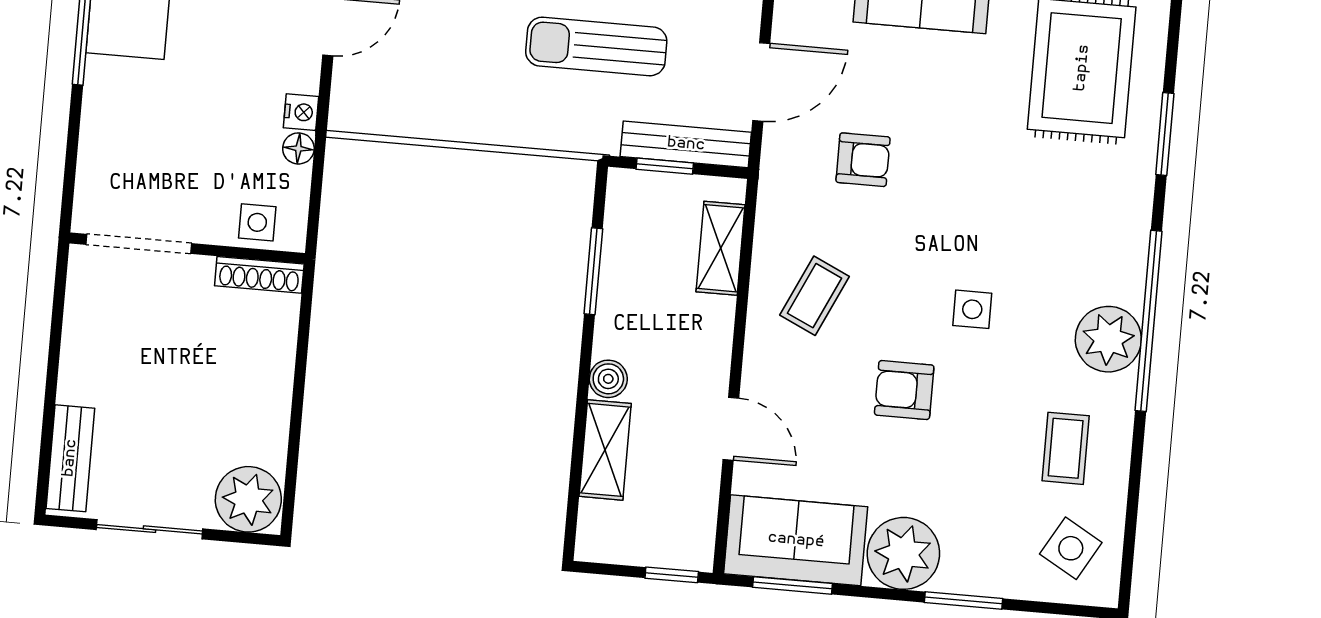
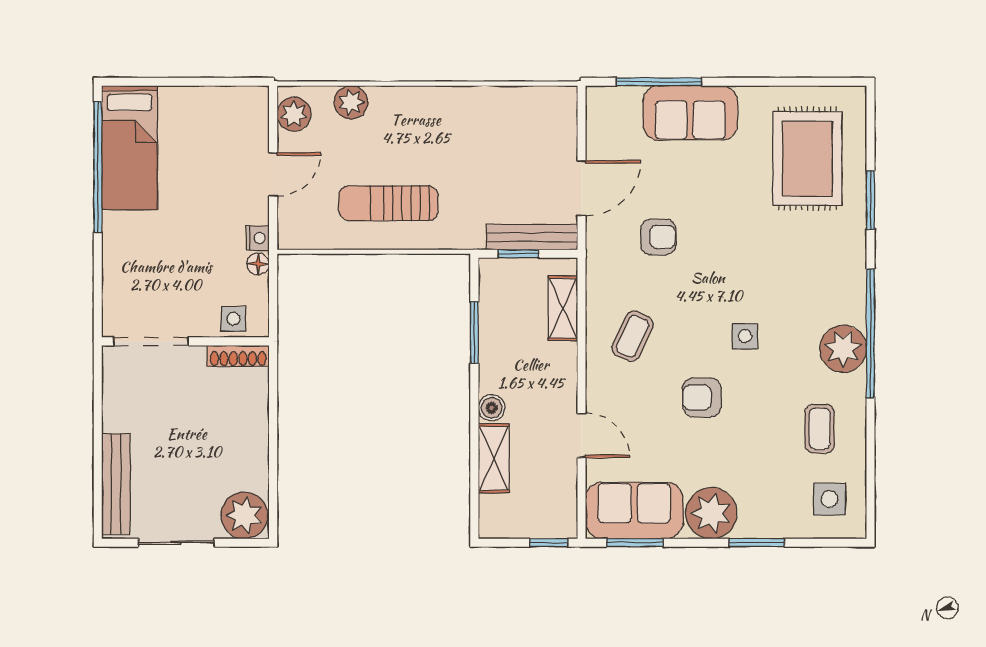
sun lounger: (596, 46) -> (389, 203), moved
bench: (70, 458) -> (116, 484), width x1.36
side table: (1071, 548) -> (830, 499), turned -30

